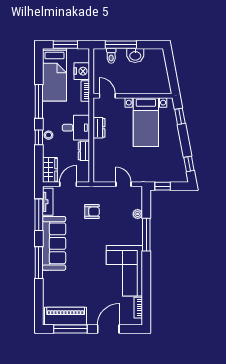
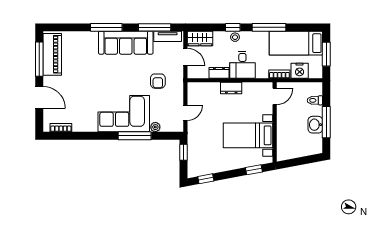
window: (121, 45) -> (326, 122), moved
dresser: (99, 128) -> (231, 88), moved
corner sofa: (124, 271) -> (124, 114), moved

